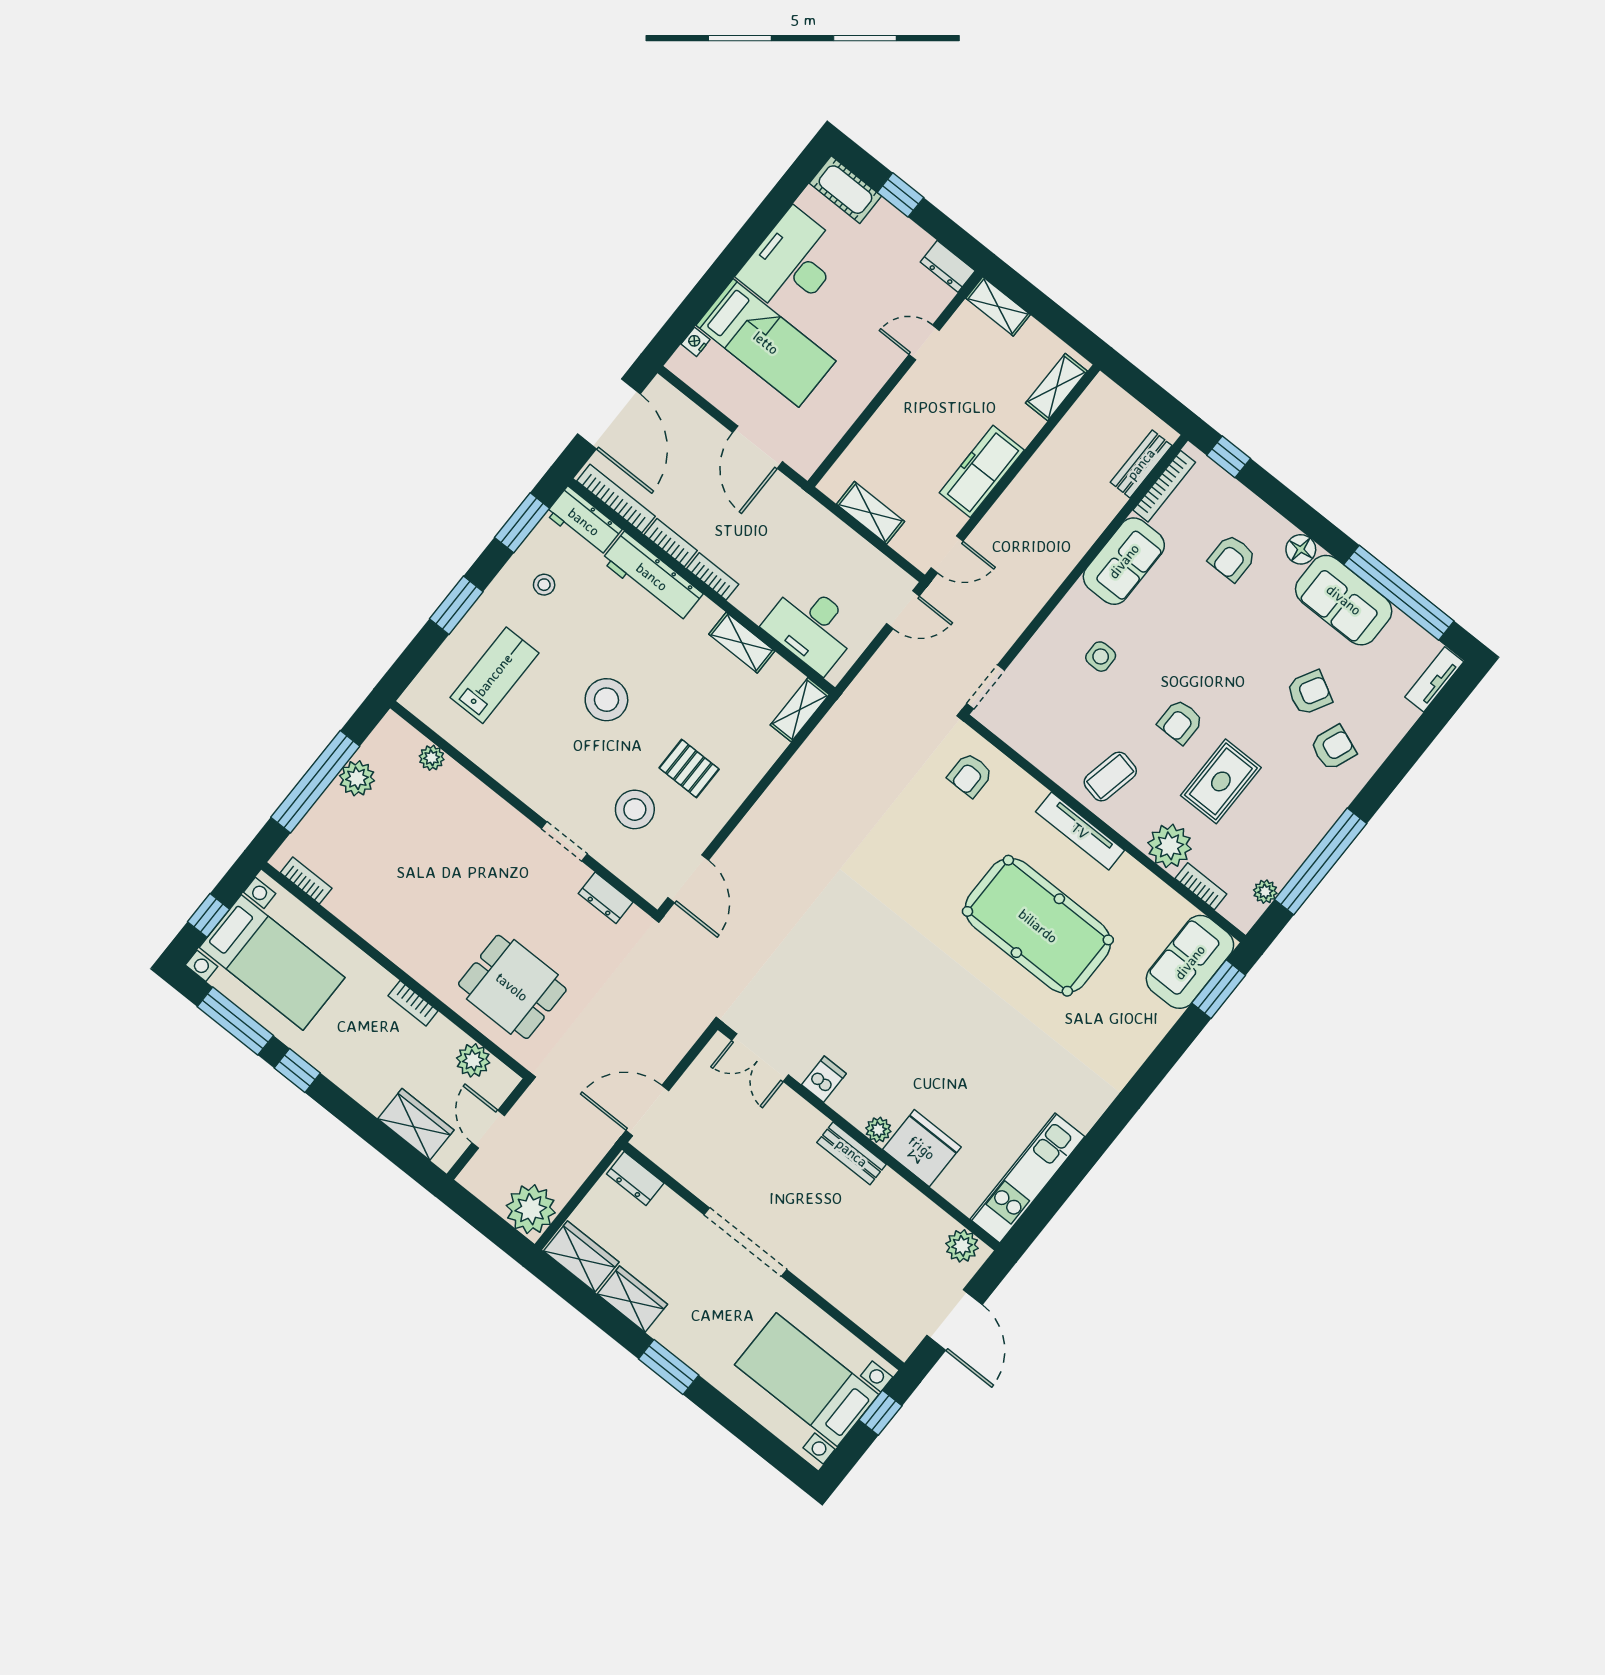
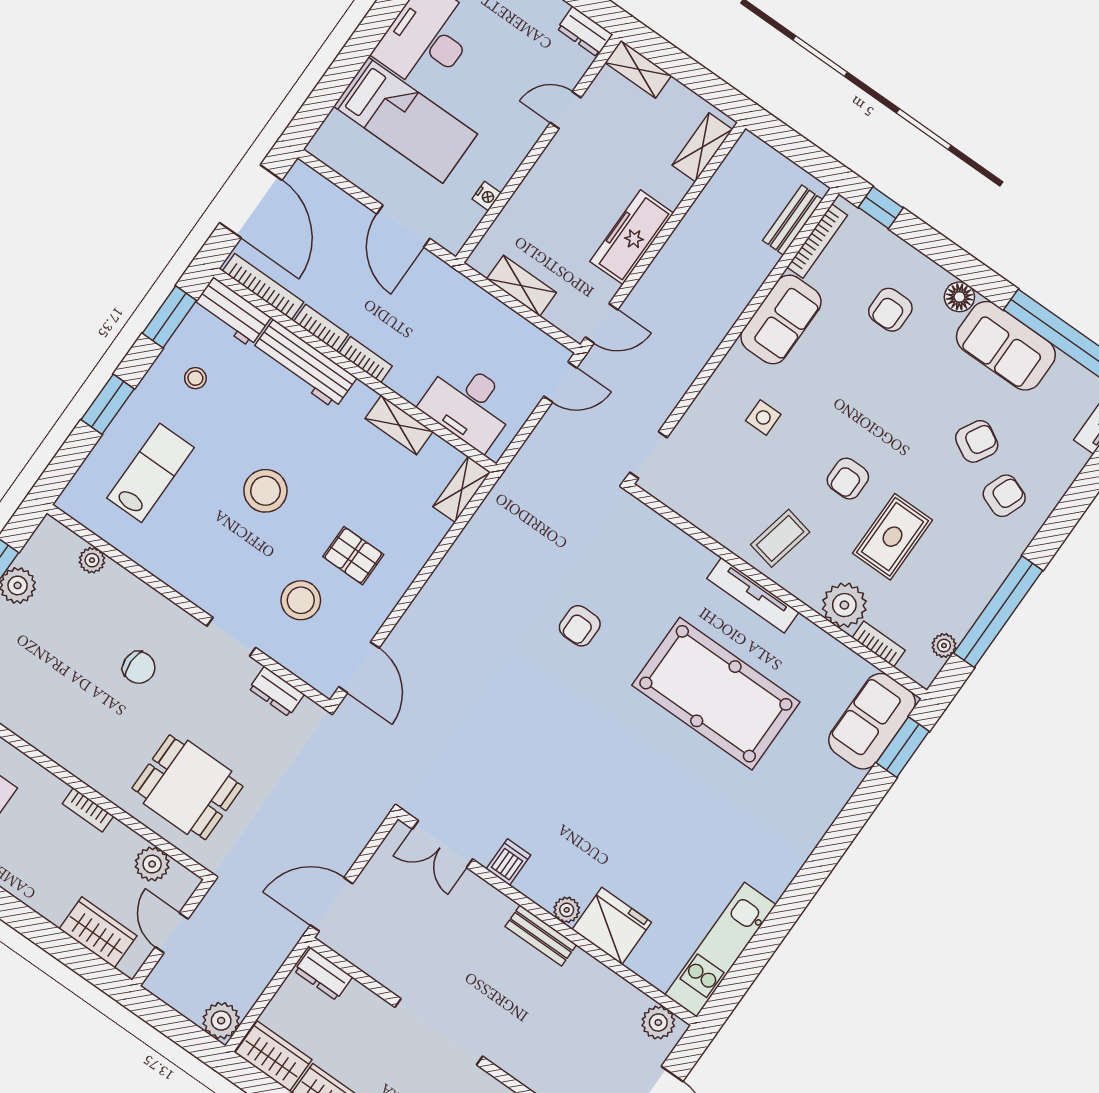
nightstand: (696, 342) -> (487, 196), moved, turned 180
armchair: (970, 775) -> (580, 626), moved
chair: (472, 866) -> (139, 667), added
plant: (531, 1209) -> (221, 1021), width x0.73, depth x0.73

